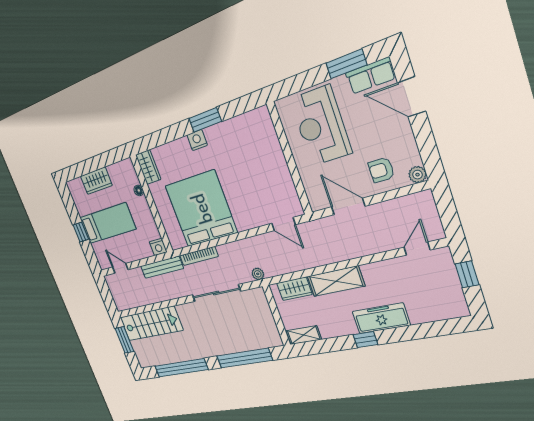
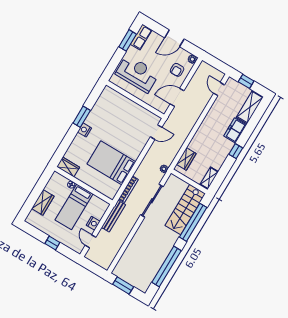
door: (412, 97) -> (174, 38), moved
reception desk: (321, 126) -> (137, 74), turned 180
bed: (201, 209) -> (111, 163), width x0.73
bed: (108, 223) -> (74, 207), moved, turned 180
nightstand: (158, 247) -> (93, 223), moved
door: (120, 268) -> (91, 241), hinge flipped
shelving: (336, 281) -> (250, 107), moved
freezer: (381, 318) -> (235, 130), width x0.71
stairs: (151, 324) -> (185, 210), moved, turned 180

